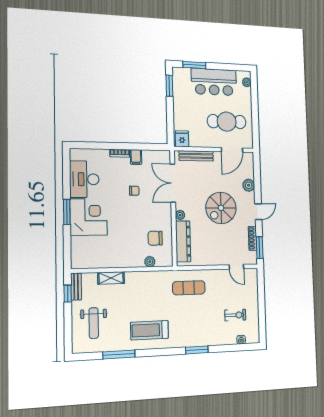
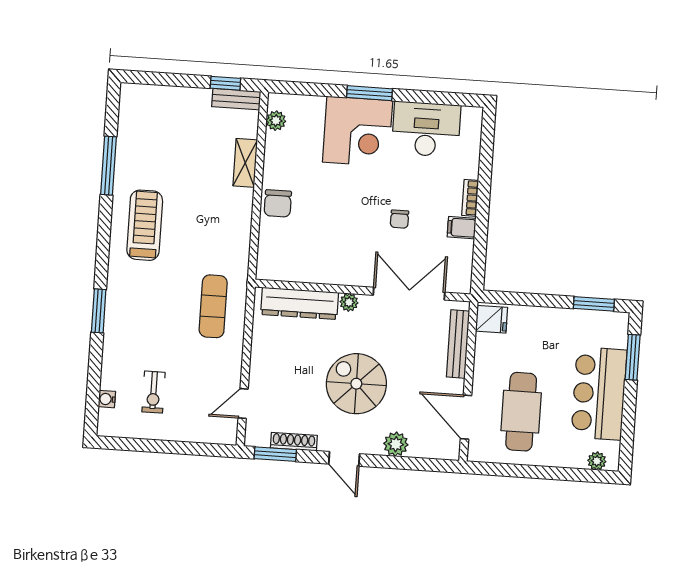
chair: (155, 238) -> (278, 203), moved, turned 180
plant: (150, 262) -> (276, 121), moved
weight bench: (94, 323) -> (169, 125), removed

